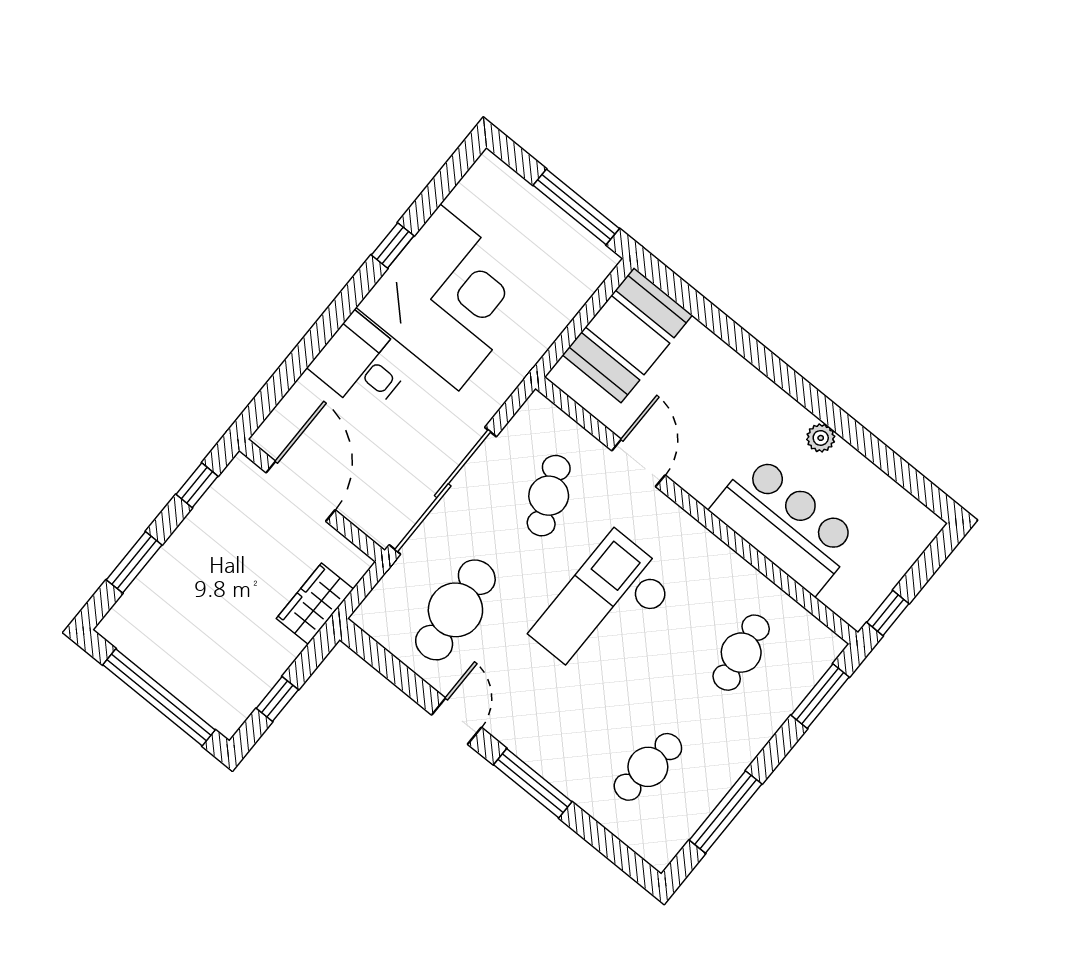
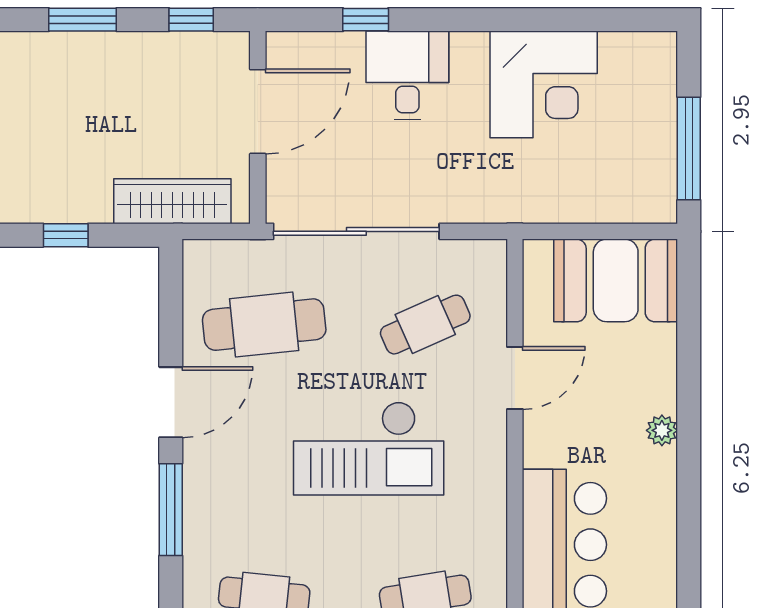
window: (393, 245) -> (366, 20), moved
corner desk: (449, 298) -> (544, 84), width x0.74, depth x0.74
plant: (821, 438) -> (662, 430), moved
wardrobe: (315, 604) -> (172, 201), width x1.50
checkout: (604, 608) -> (369, 448), turned 180
door: (457, 721) -> (171, 402), width x1.37

